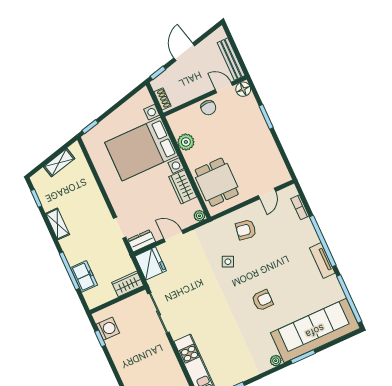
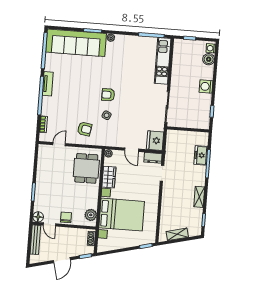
plant: (186, 142) -> (91, 215), moved
wardrobe: (128, 284) -> (176, 136), removed
armchair: (262, 300) -> (108, 95), moved
washing machine: (108, 329) -> (206, 86), moved

